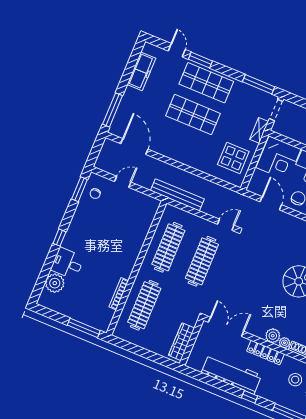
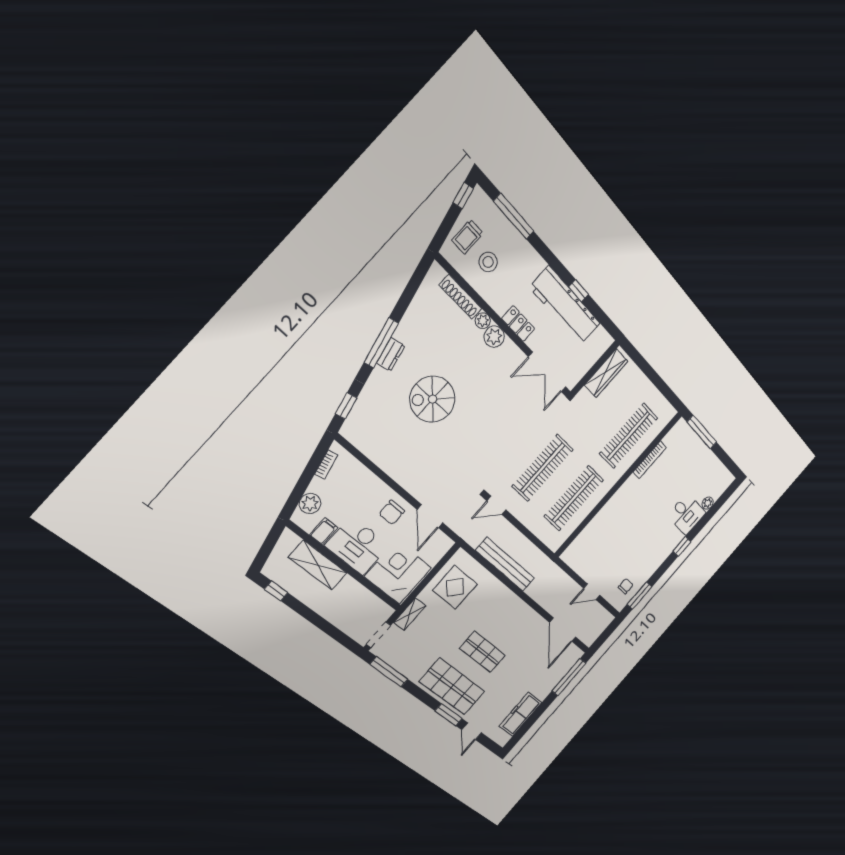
shop shelf: (193, 115) -> (482, 652), width x0.70, depth x0.74
bench: (177, 195) -> (505, 564), moved
plant: (55, 283) -> (708, 503), width x0.53, depth x0.53
locker: (266, 353) -> (518, 324), width x0.66
window: (250, 397) -> (579, 291), moved

